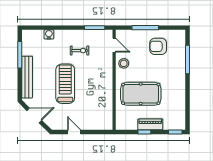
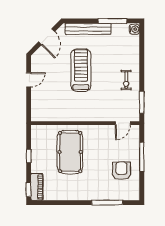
water cooler: (49, 34) -> (134, 29), moved
exercise bike: (80, 51) -> (126, 80), moved
stool: (124, 63) -> (103, 134), removed
treadmill: (65, 84) -> (81, 70), turned -90
piano: (150, 124) -> (37, 187), moved

